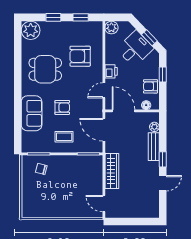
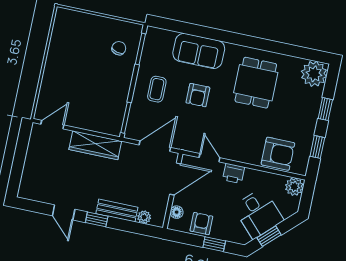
armchair: (80, 56) -> (278, 154), moved, turned 90

